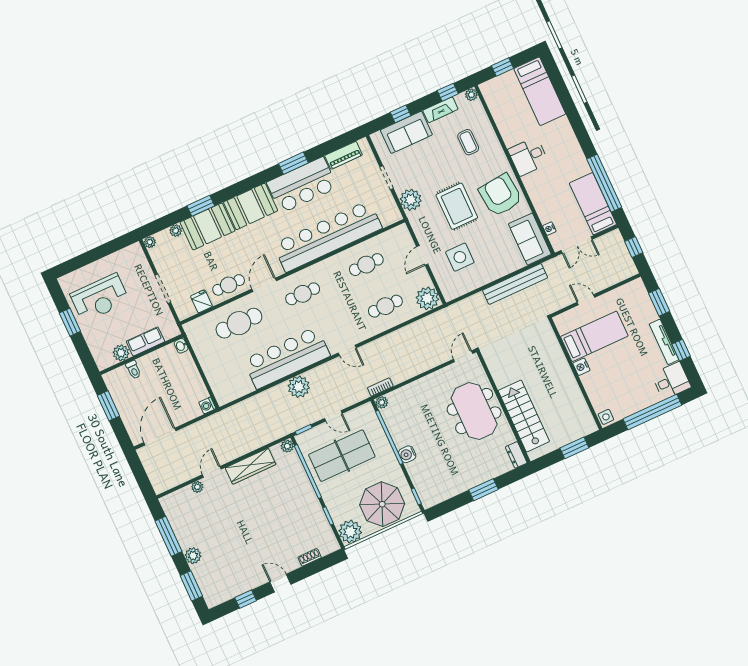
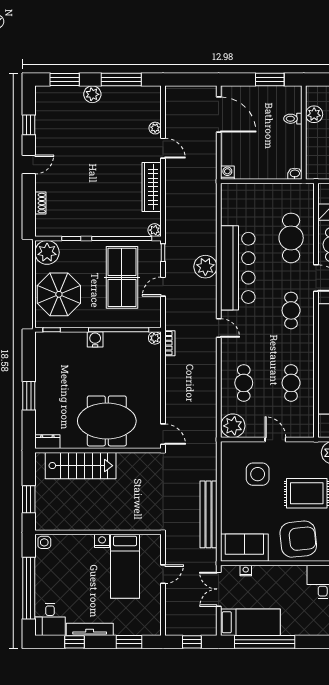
row of seats: (145, 341) -> (314, 142), removed
door: (347, 350) -> (219, 328), swing flipped

